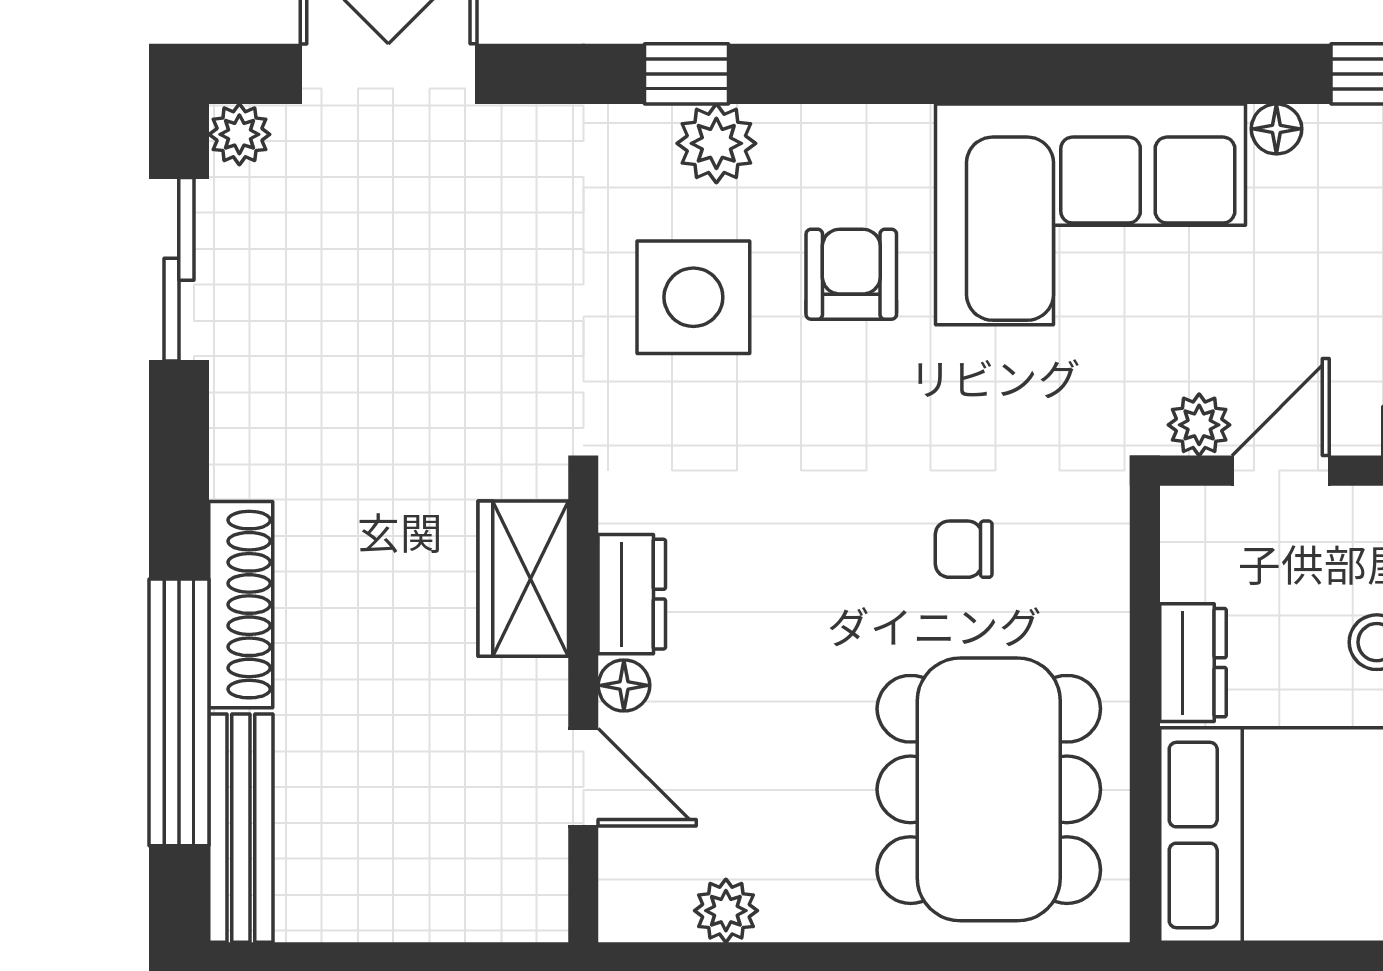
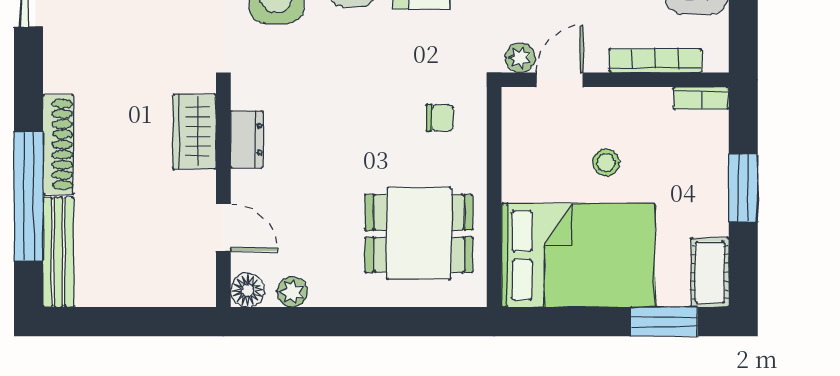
chair: (964, 549) -> (440, 118), moved, turned 180
dresser: (1193, 663) -> (517, 172), removed
floor lamp: (624, 685) -> (248, 290), moved, width x1.37, depth x1.37
dining table: (989, 789) -> (419, 233), width x0.73

